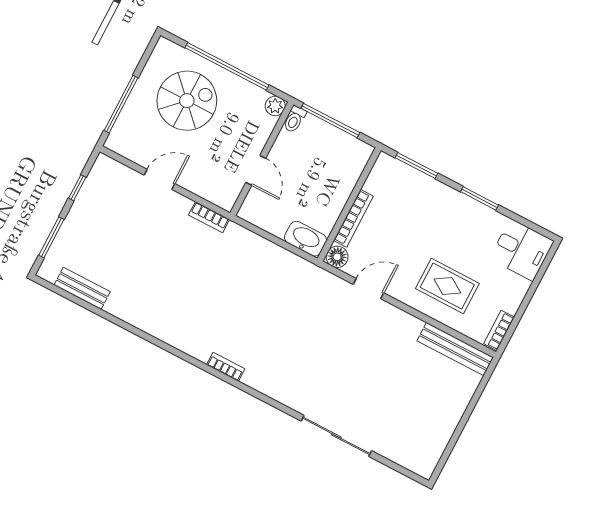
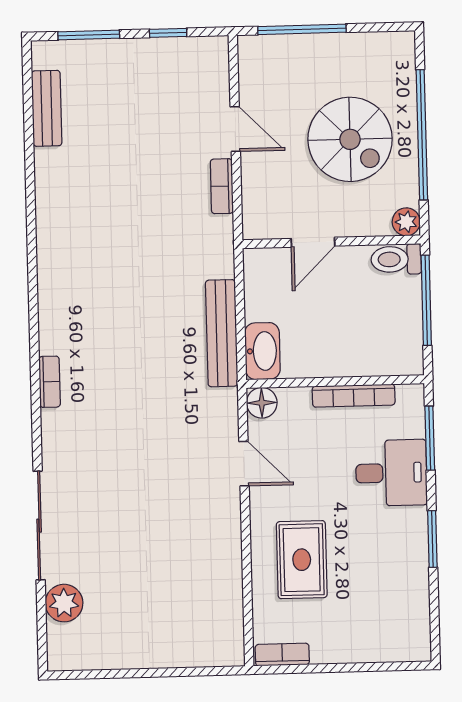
spiral stairs: (187, 101) -> (350, 139), moved
toilet: (294, 119) -> (396, 259), width x1.37, depth x1.39
bookcase: (209, 217) -> (222, 186), moved
bookcase: (353, 218) -> (354, 396), moved
desk: (522, 250) -> (391, 473), moved, turned -90
bench: (455, 349) -> (222, 333), moved
bookcase: (226, 367) -> (50, 382), moved
plant: (393, 447) -> (64, 603), added

